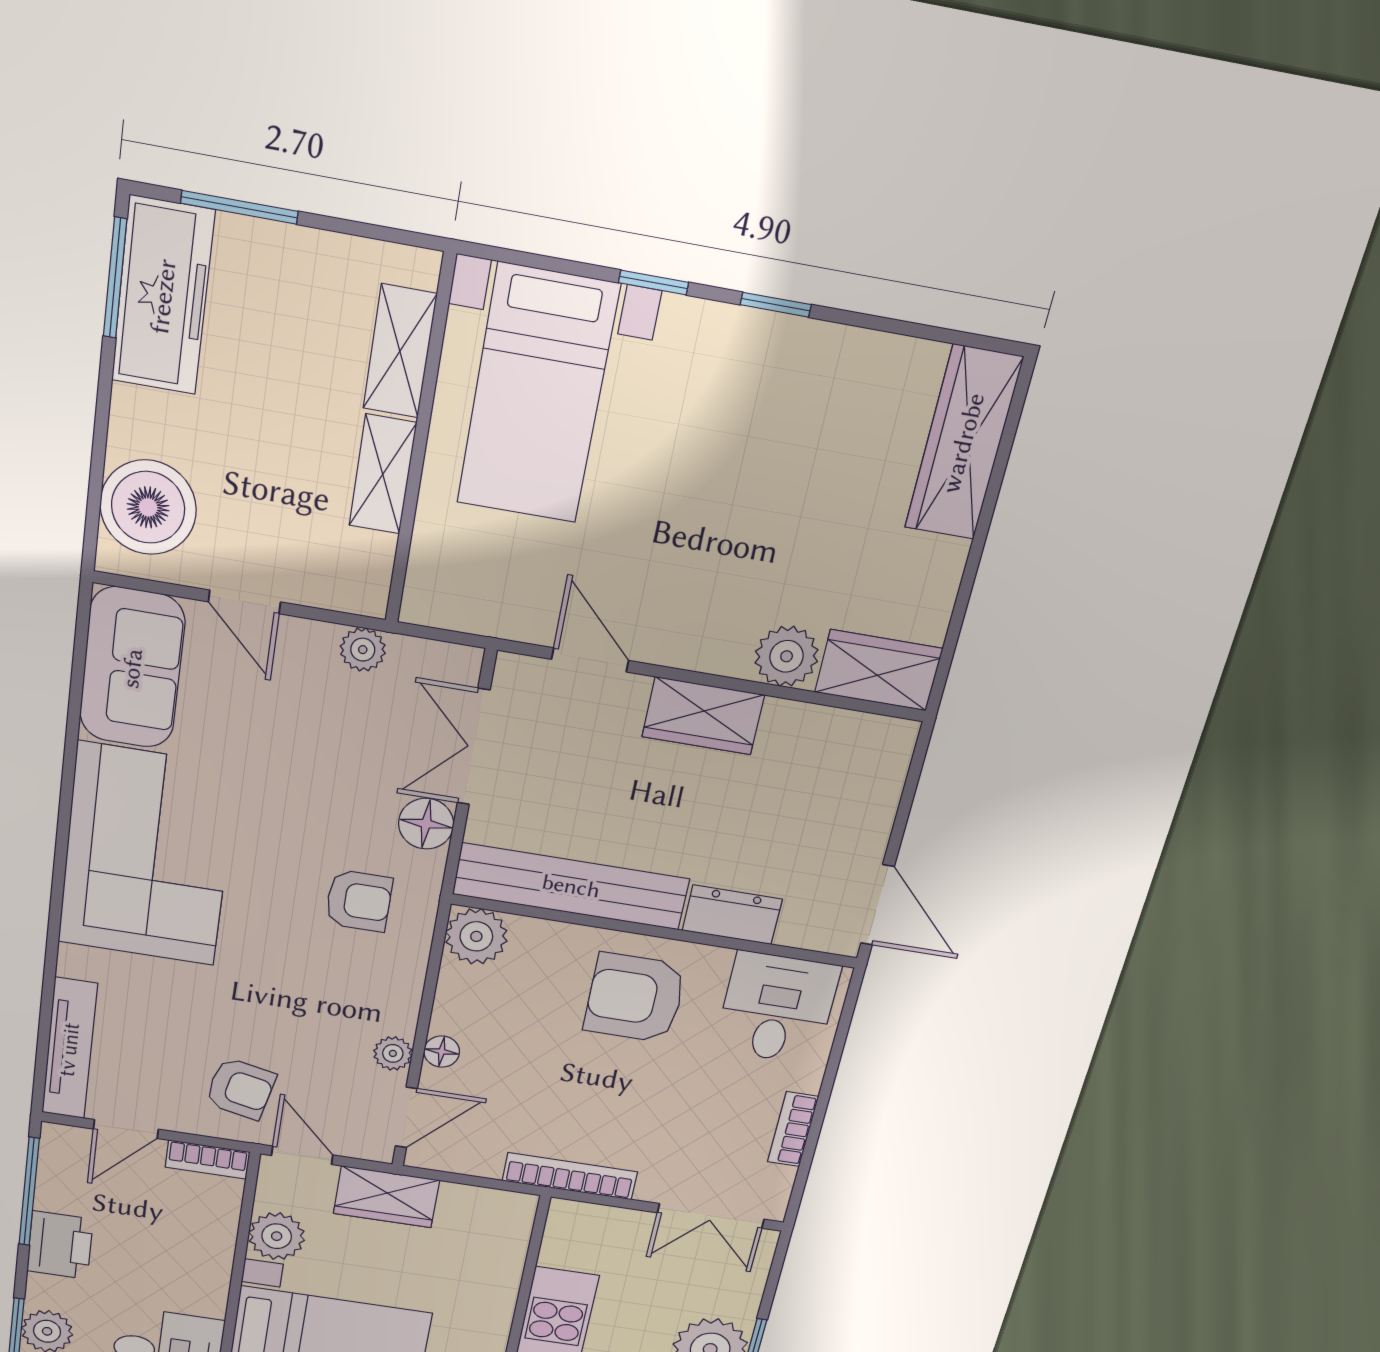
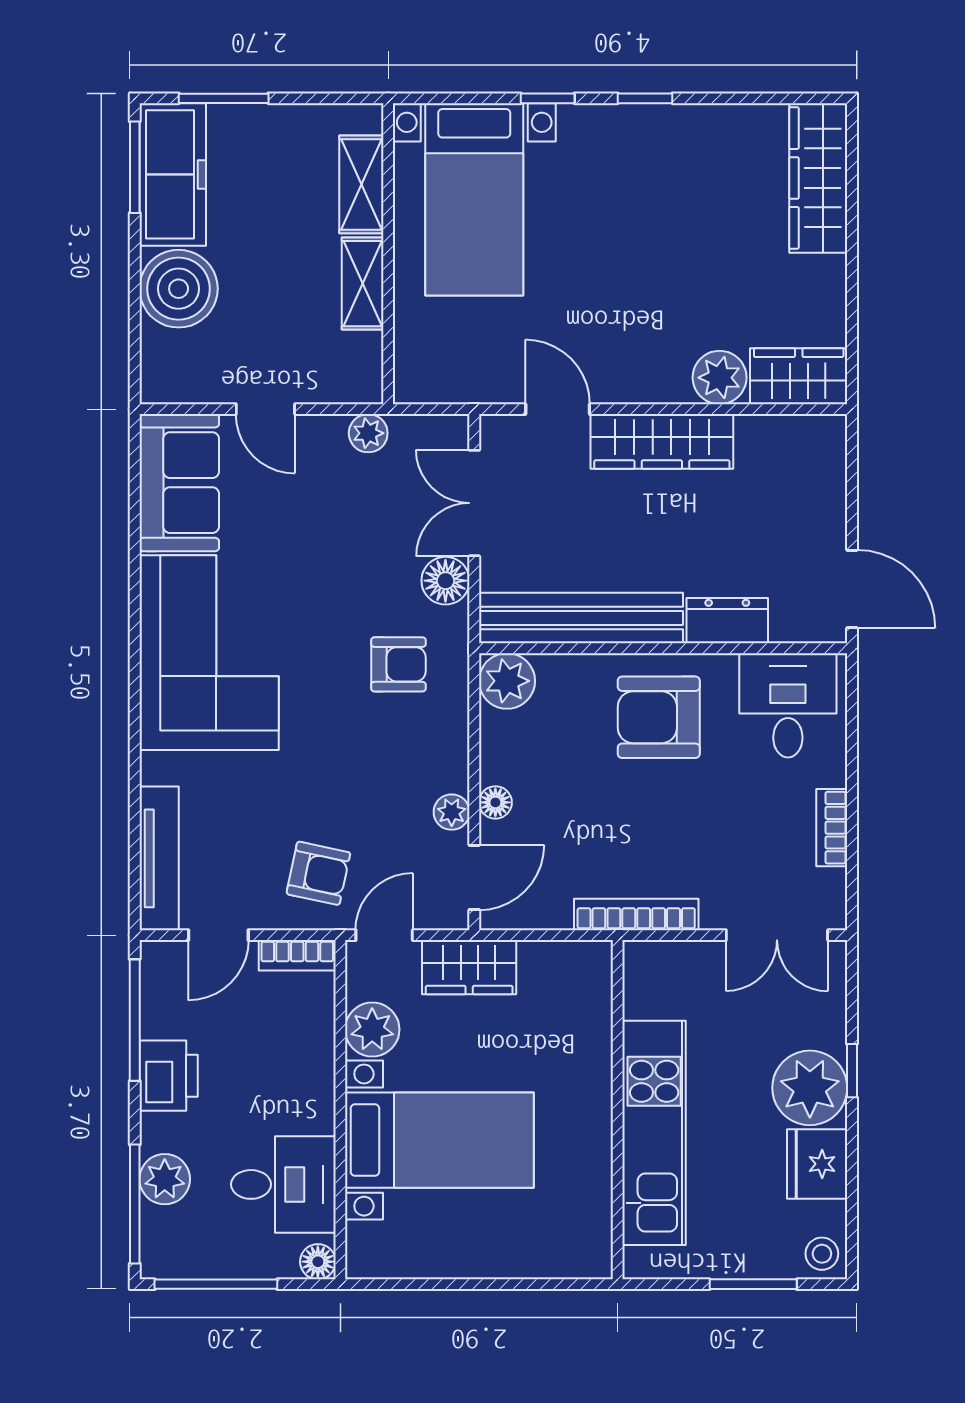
boiler: (148, 507) -> (179, 289), moved
wardrobe: (703, 716) -> (662, 441), width x1.50
door: (302, 1155) -> (384, 935), hinge flipped

